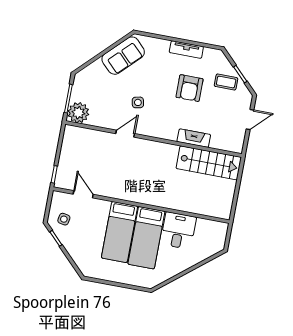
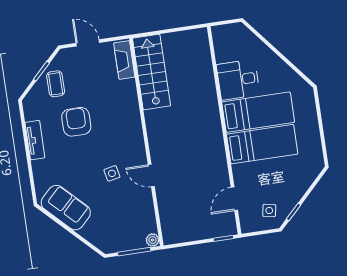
armchair: (190, 88) -> (76, 122), turned -90
plant: (78, 113) -> (153, 240), width x0.53, depth x0.53
fireplace: (194, 138) -> (124, 60), moved

